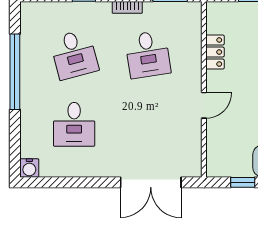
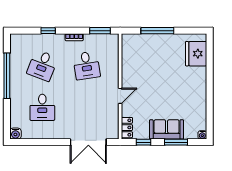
locker: (215, 52) -> (127, 128), moved
desk: (74, 54) -> (42, 65), turned 36

